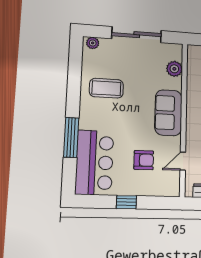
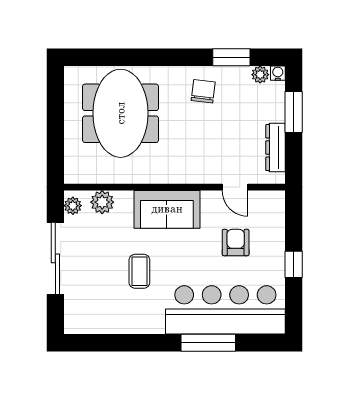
plant: (93, 43) -> (73, 206), moved
coffee table: (106, 88) -> (139, 271), moved, width x0.73, depth x0.77
bar counter: (94, 163) -> (225, 310), width x1.36

